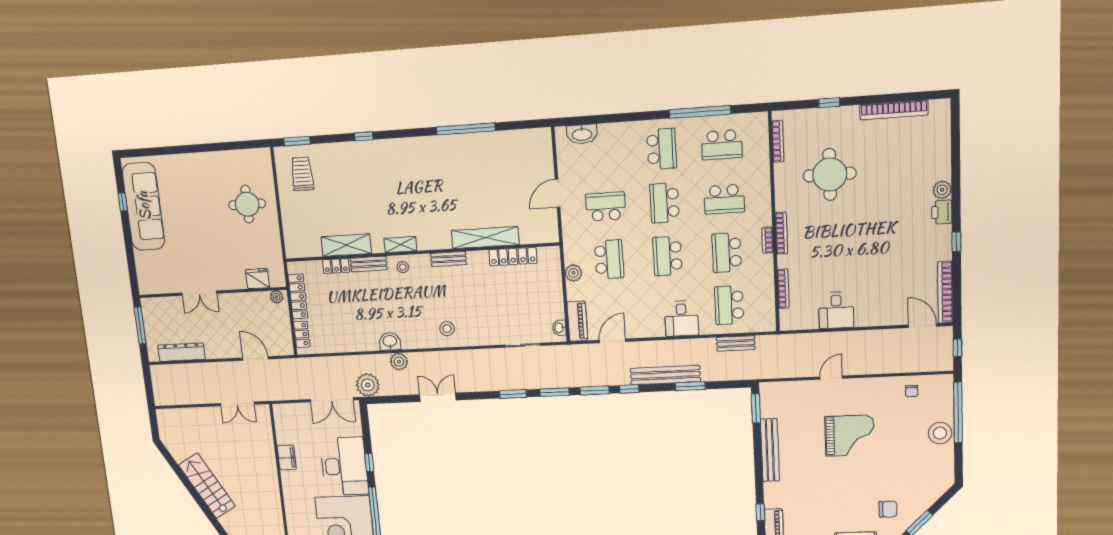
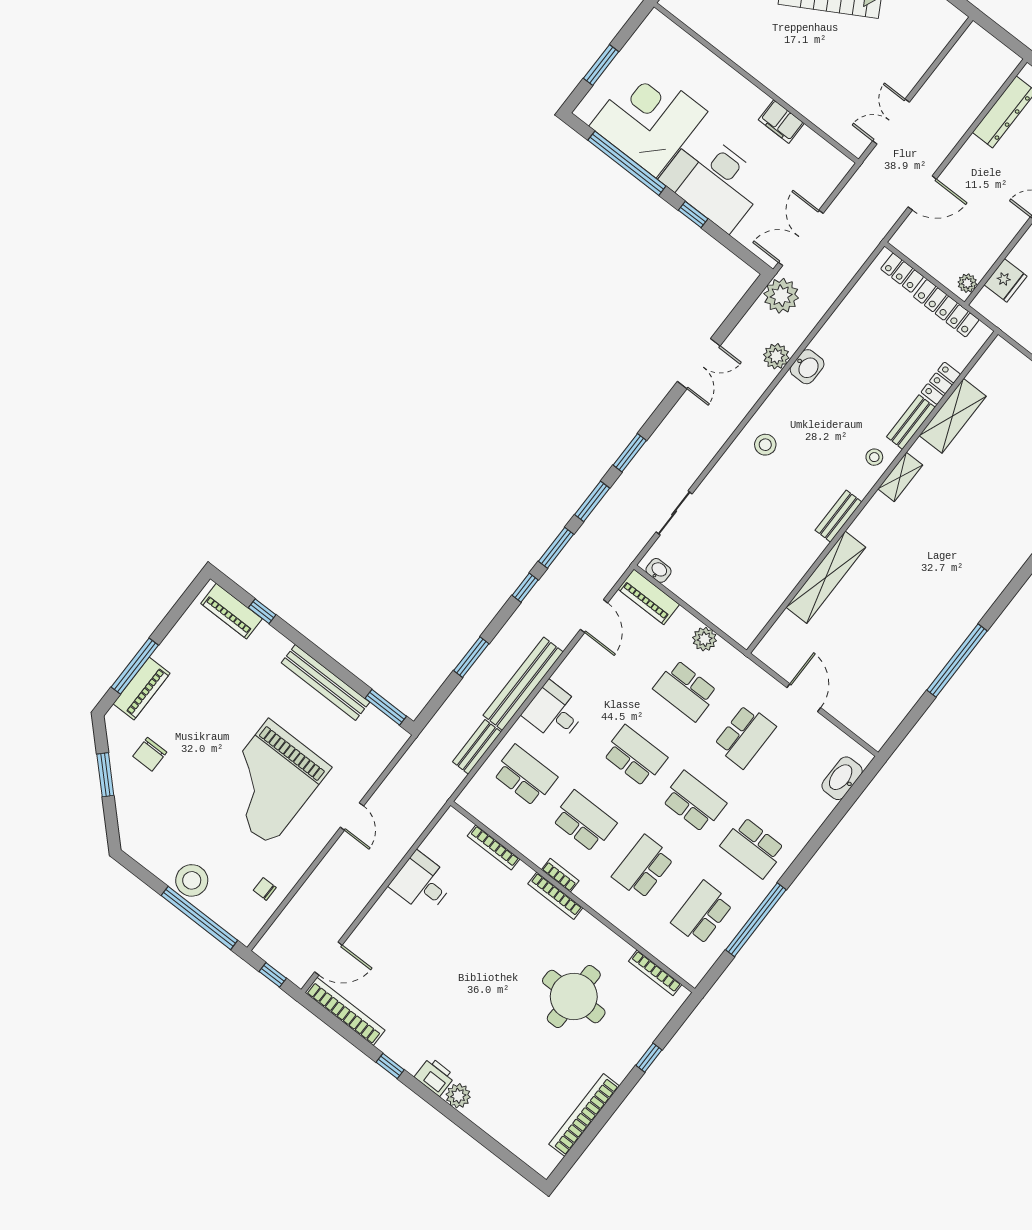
locker: (513, 257) -> (779, 589), removed
bench: (665, 375) -> (523, 684), moved
grand piano: (850, 436) -> (270, 782), width x1.37, depth x1.48

